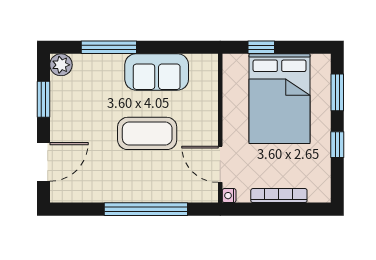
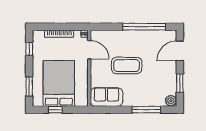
window: (261, 47) -> (55, 110), moved
sofa: (157, 72) -> (107, 97), moved
window: (337, 145) -> (29, 49), moved
window: (146, 209) -> (144, 27), moved

